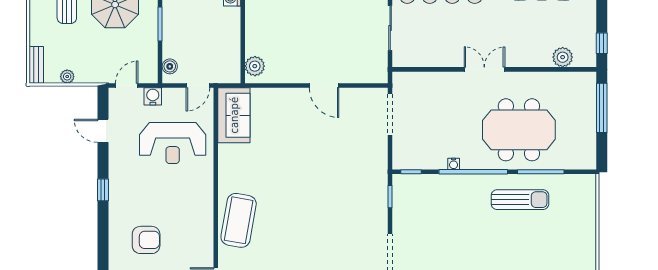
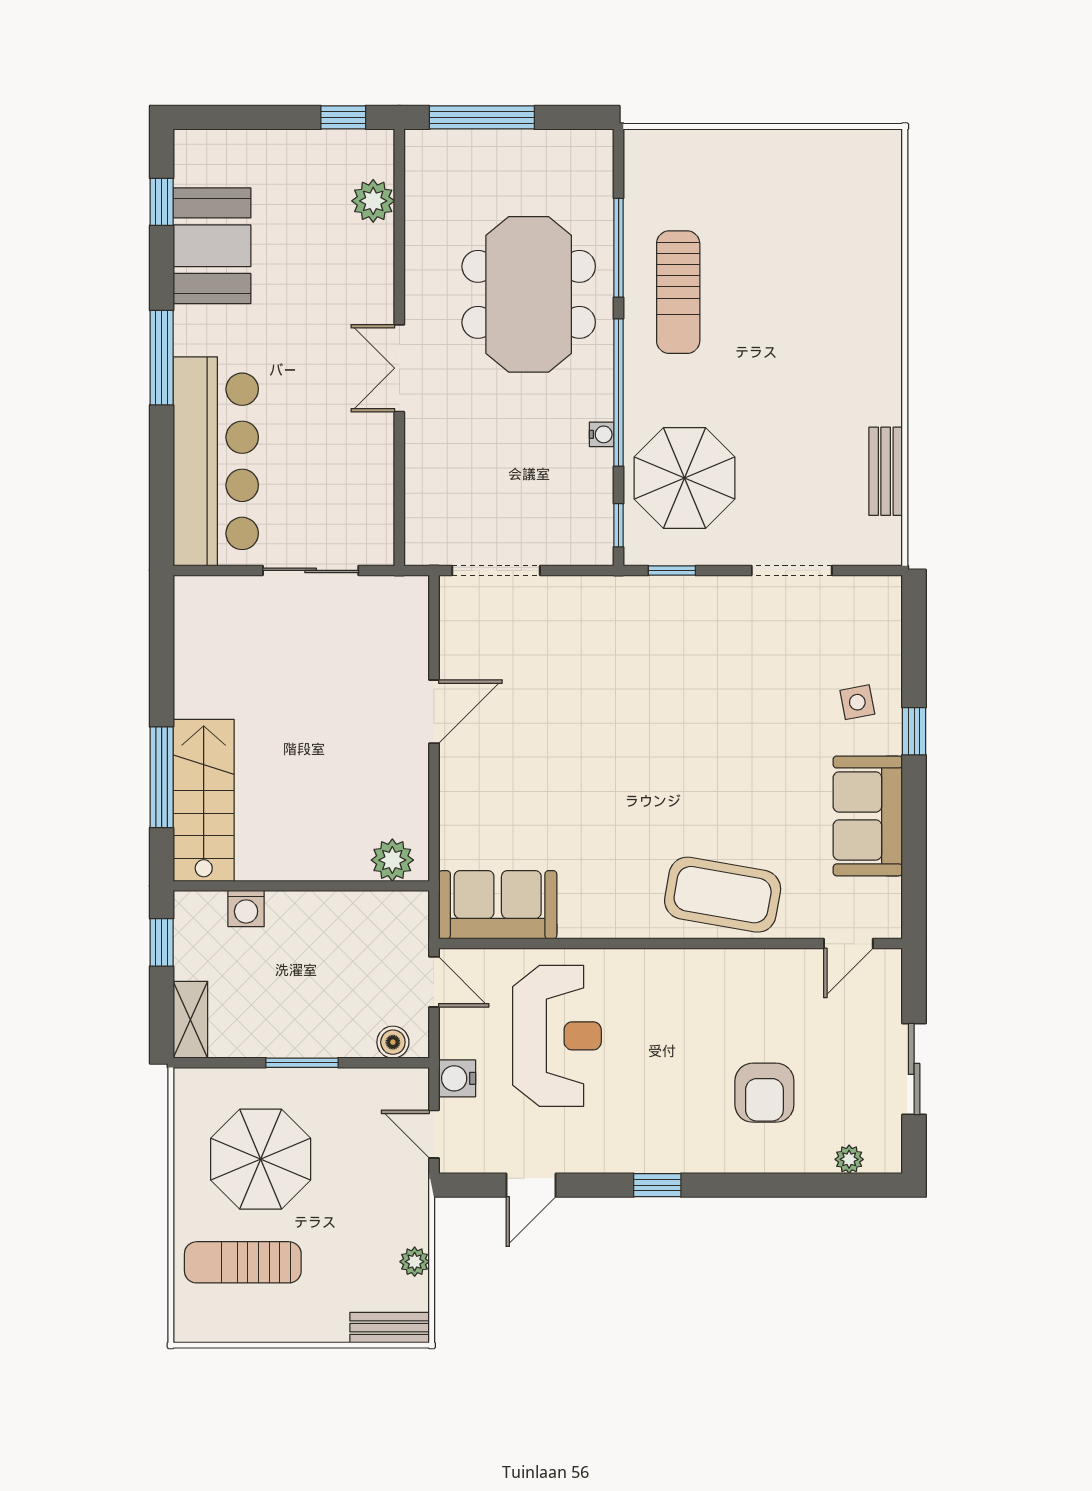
sun lounger: (520, 200) -> (678, 292), turned 180
parasol: (433, 203) -> (684, 478), added
armchair: (146, 240) -> (764, 1093), turned 180

